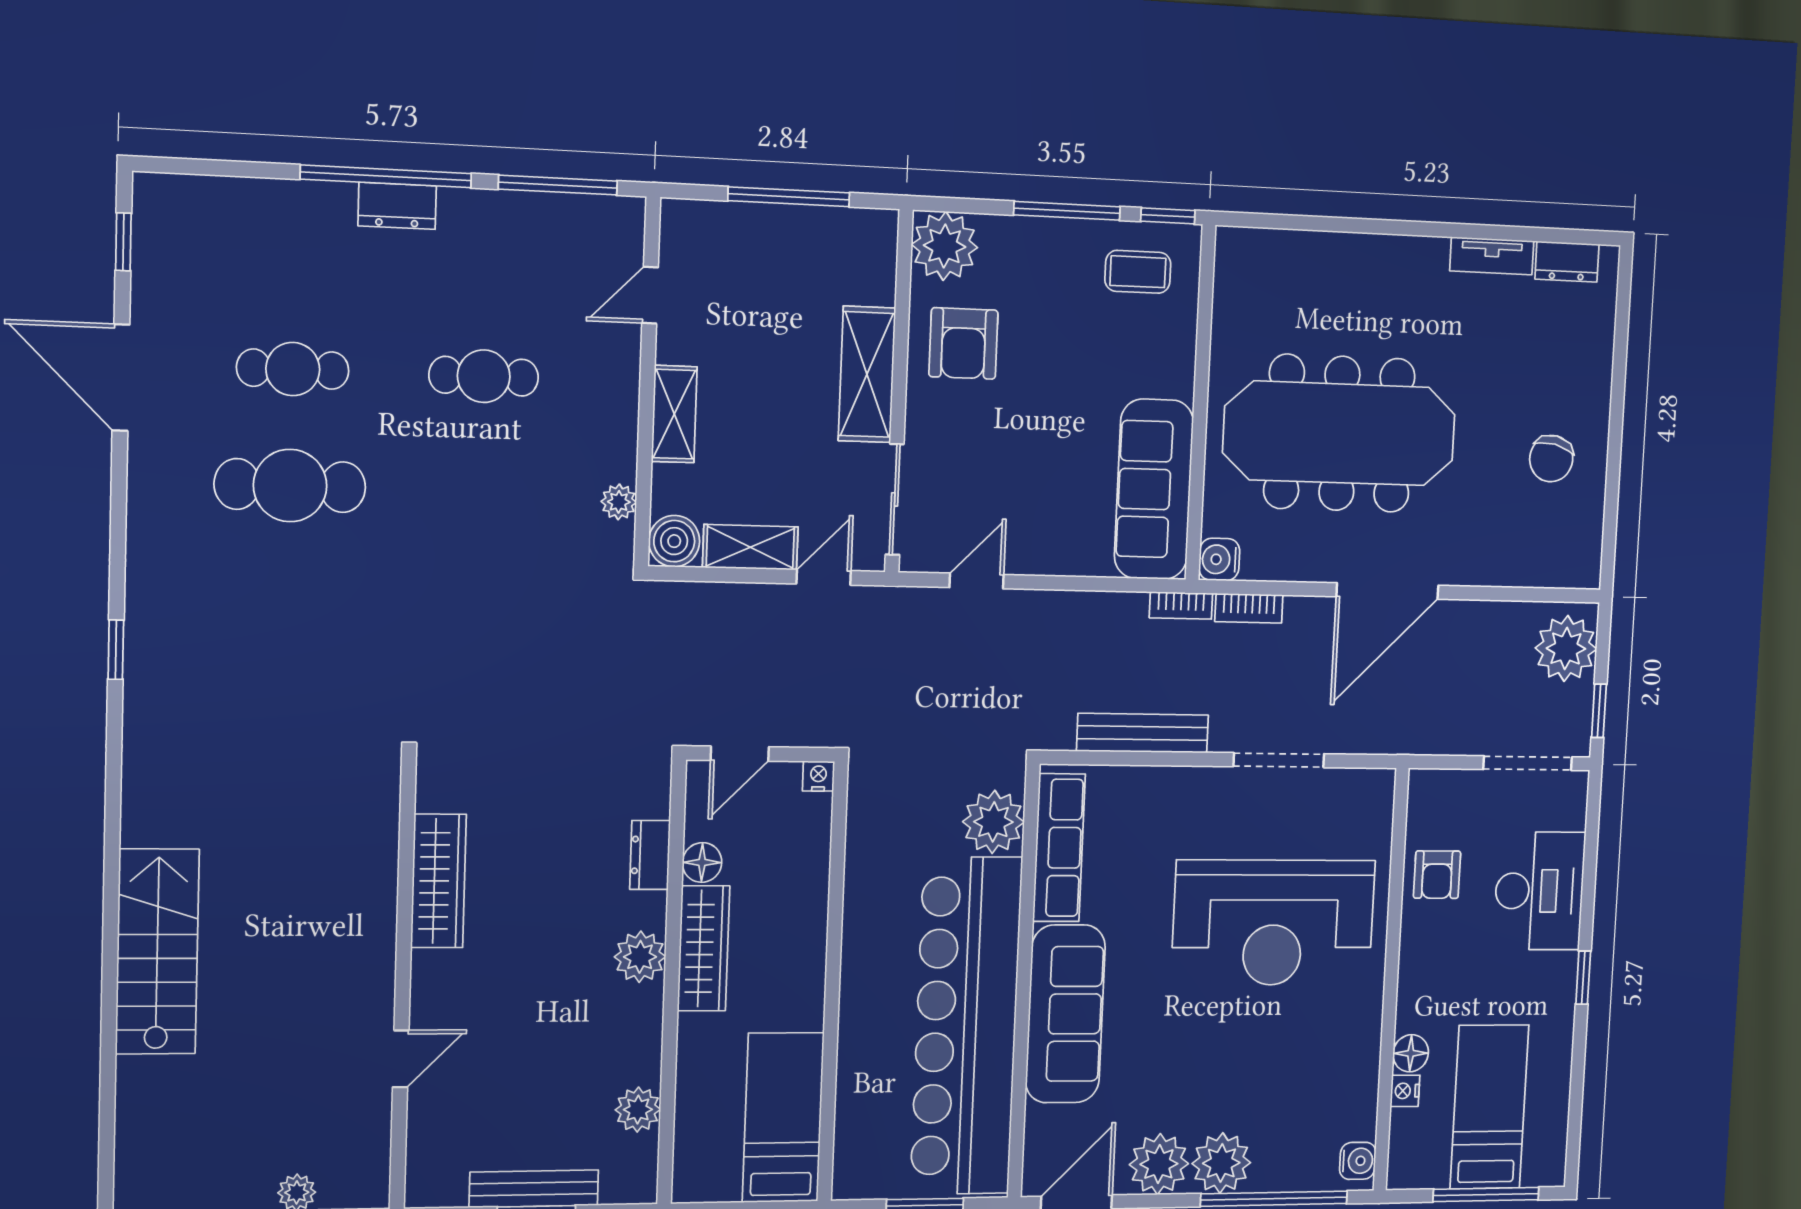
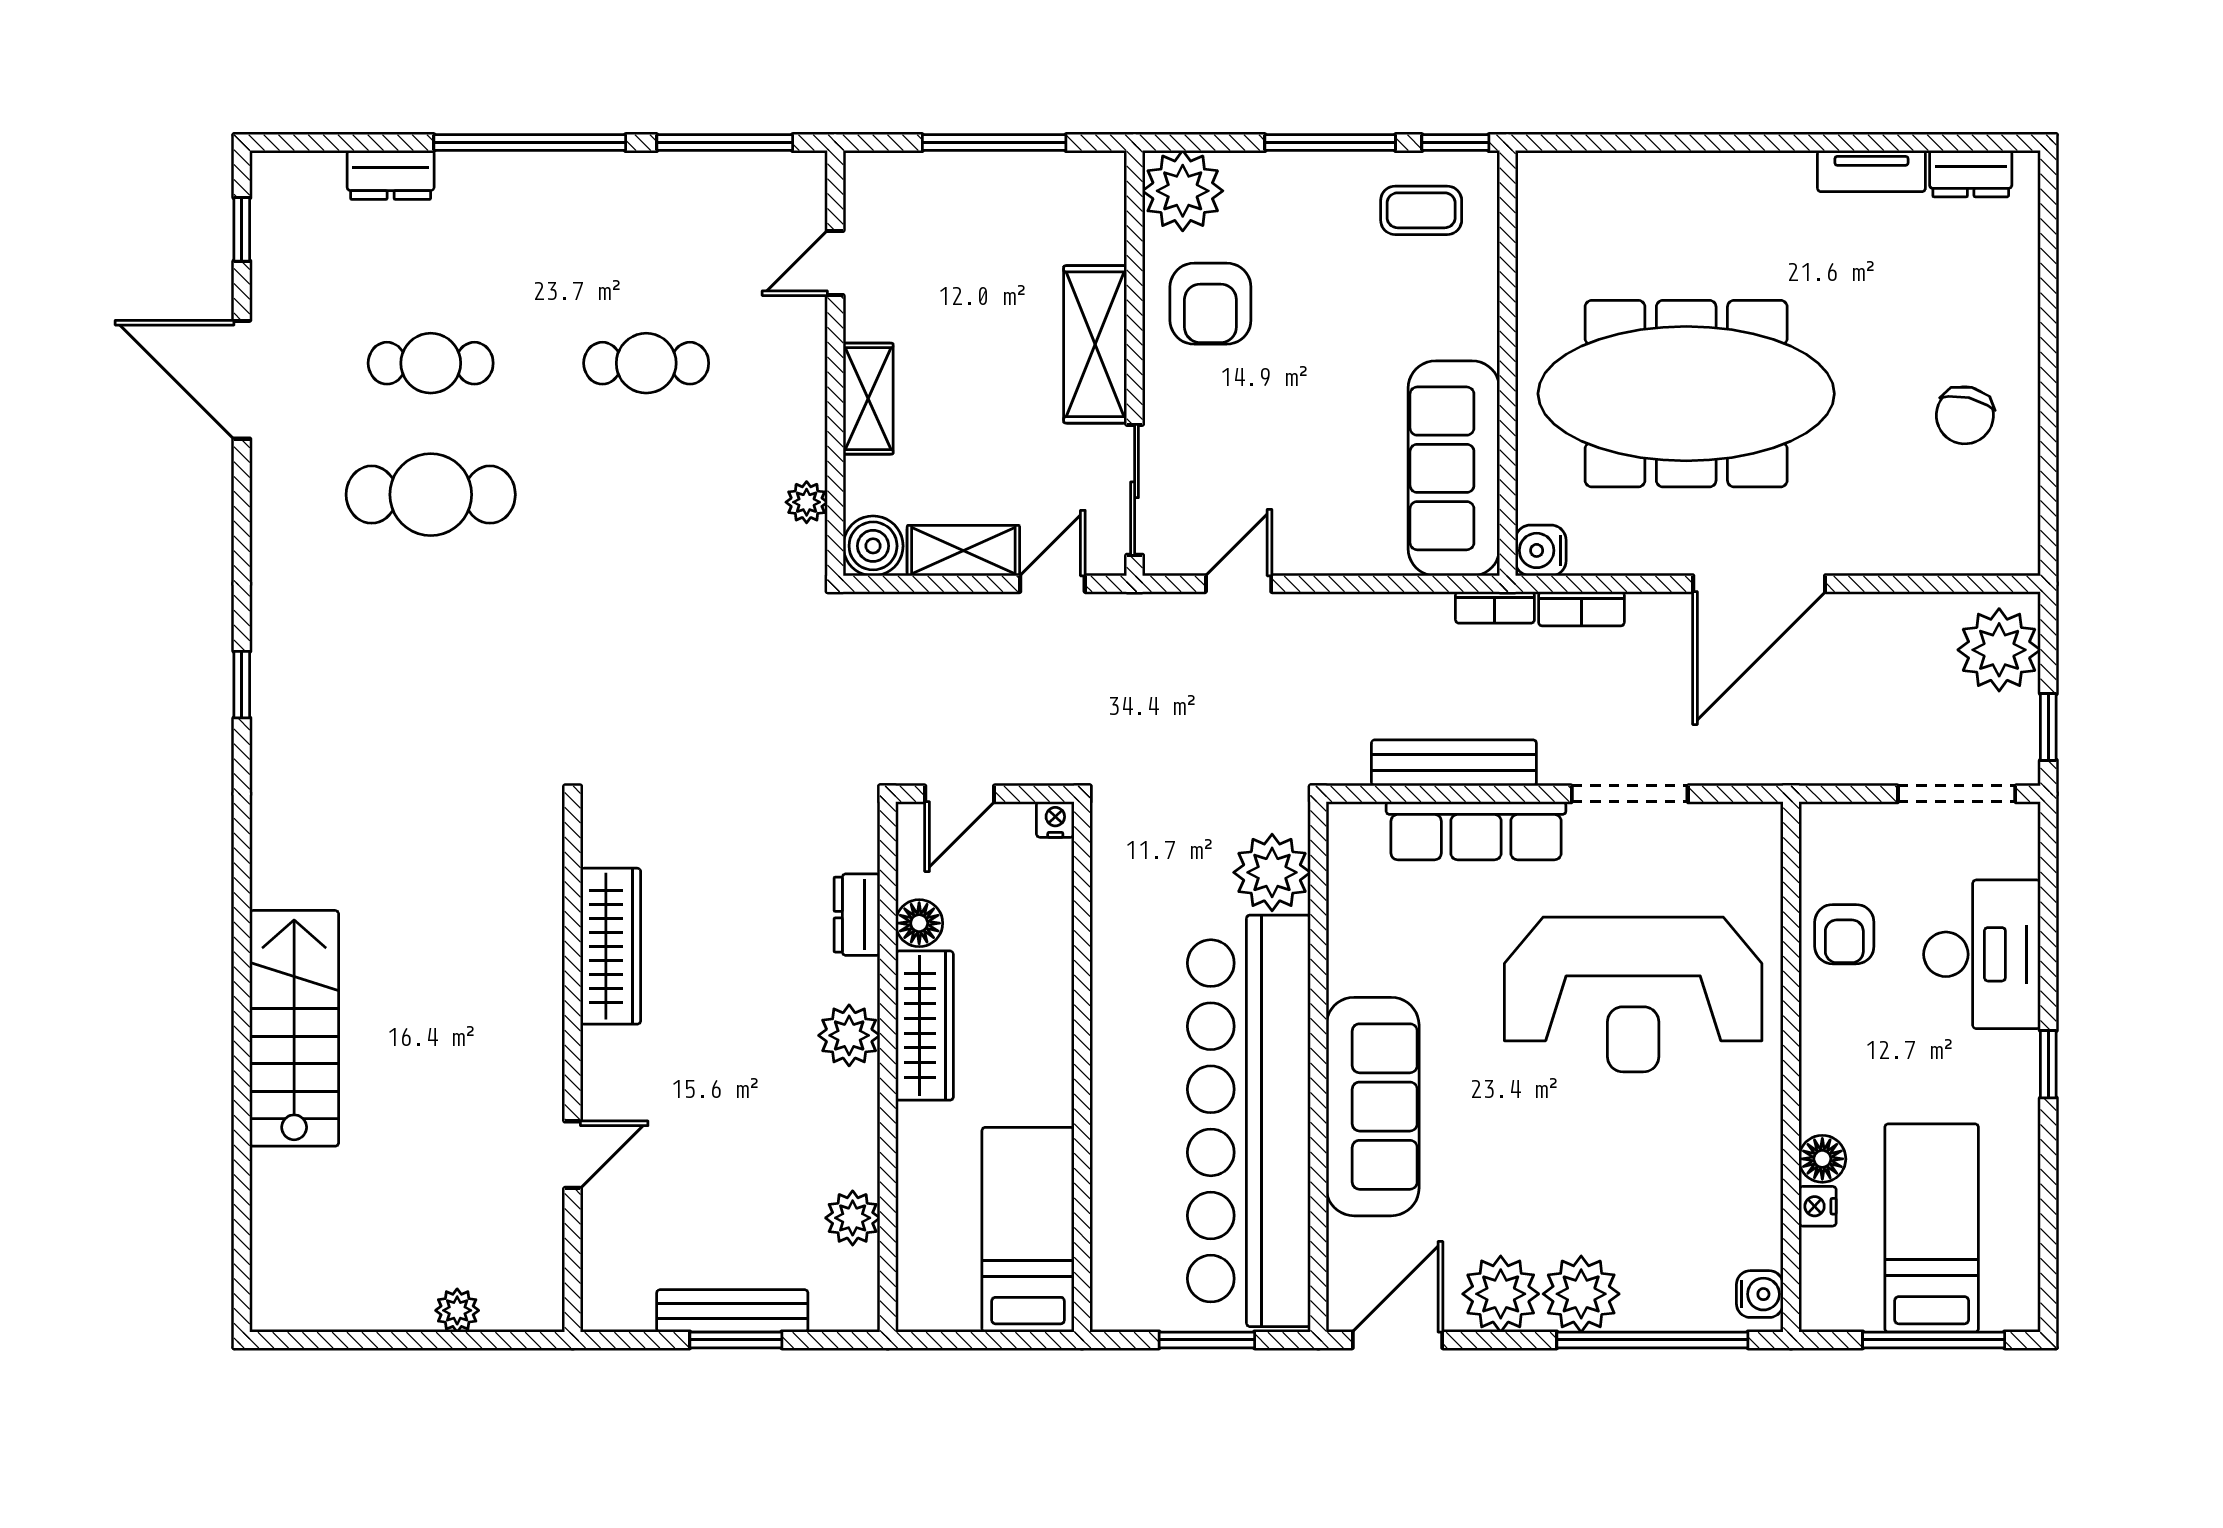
dresser: (397, 206) -> (391, 175), moved
row of seats: (1059, 848) -> (1476, 831), moved, turned 90

